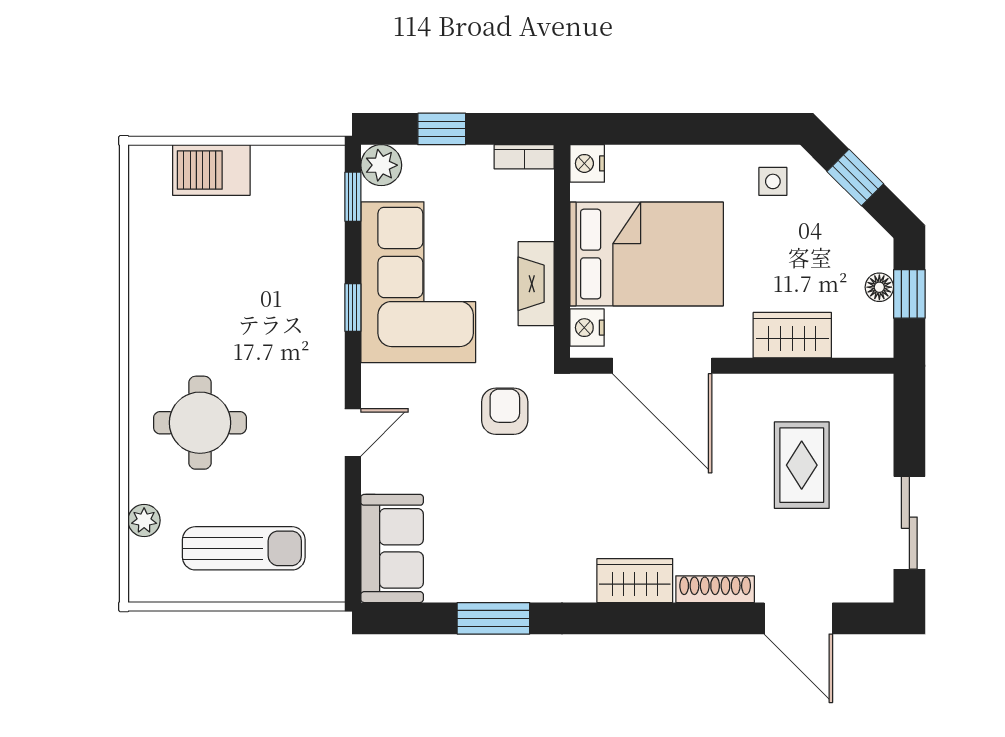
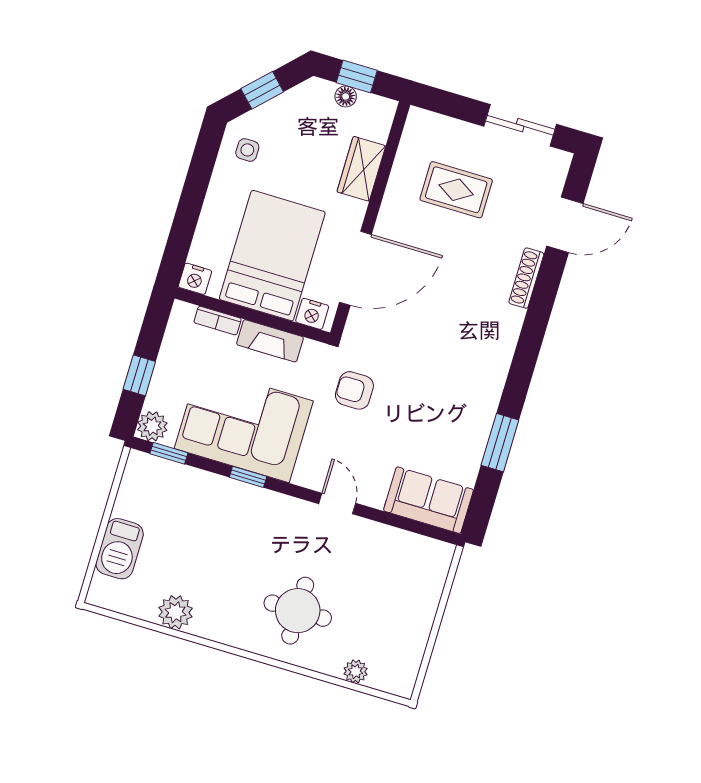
bookcase: (524, 157) -> (218, 321), moved, turned 90
plant: (151, 266) -> (175, 612), added
sun lounger: (244, 548) -> (397, 606), removed
wardrobe: (635, 581) -> (503, 334), removed

